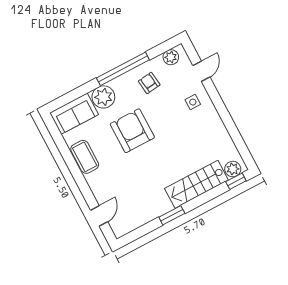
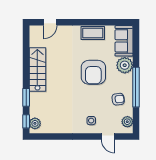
armchair: (132, 131) -> (93, 72), turned 90
stairs: (196, 184) -> (37, 70), moved
window: (172, 215) -> (26, 97), moved
door: (99, 216) -> (50, 22), hinge flipped

